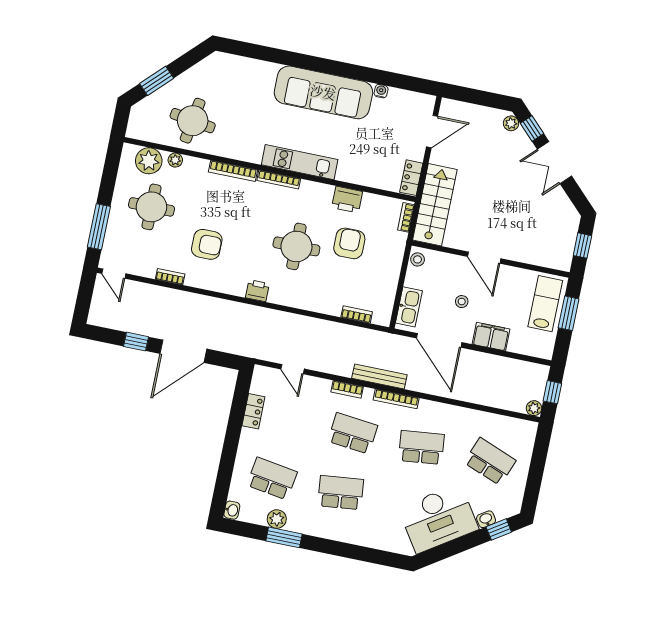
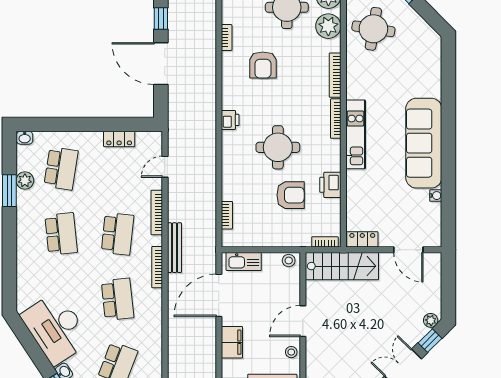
plant: (175, 160) -> (328, 26), width x1.87, depth x1.87
stool: (462, 302) -> (291, 352), moved
bookcase: (347, 389) -> (157, 213), width x1.56

